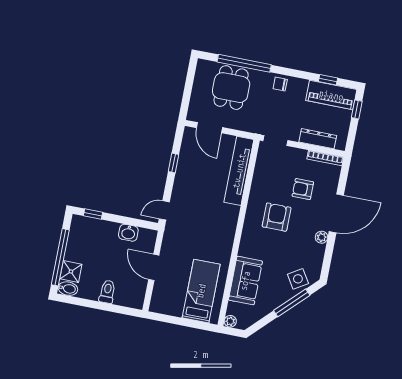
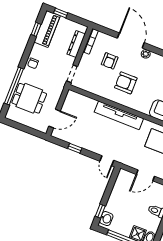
tv unit: (239, 171) -> (119, 115), moved
washbasin: (128, 233) -> (106, 219), moved

